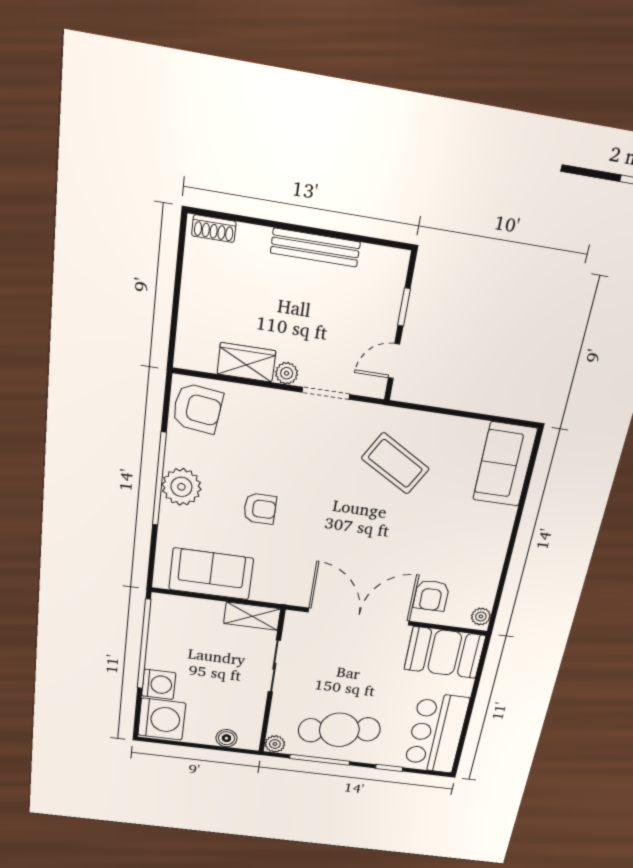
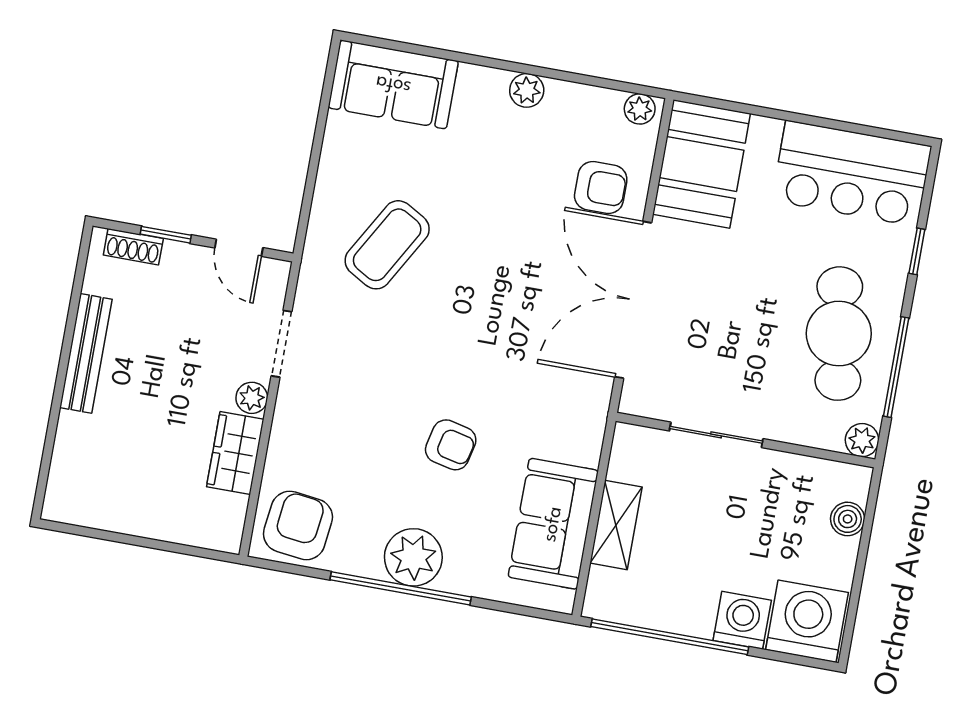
shoe rack: (214, 229) -> (133, 247), moved, turned 90
armchair: (260, 509) -> (451, 445), turned 103
plant: (496, 549) -> (527, 90), added
shelving: (252, 616) -> (616, 525), moved

